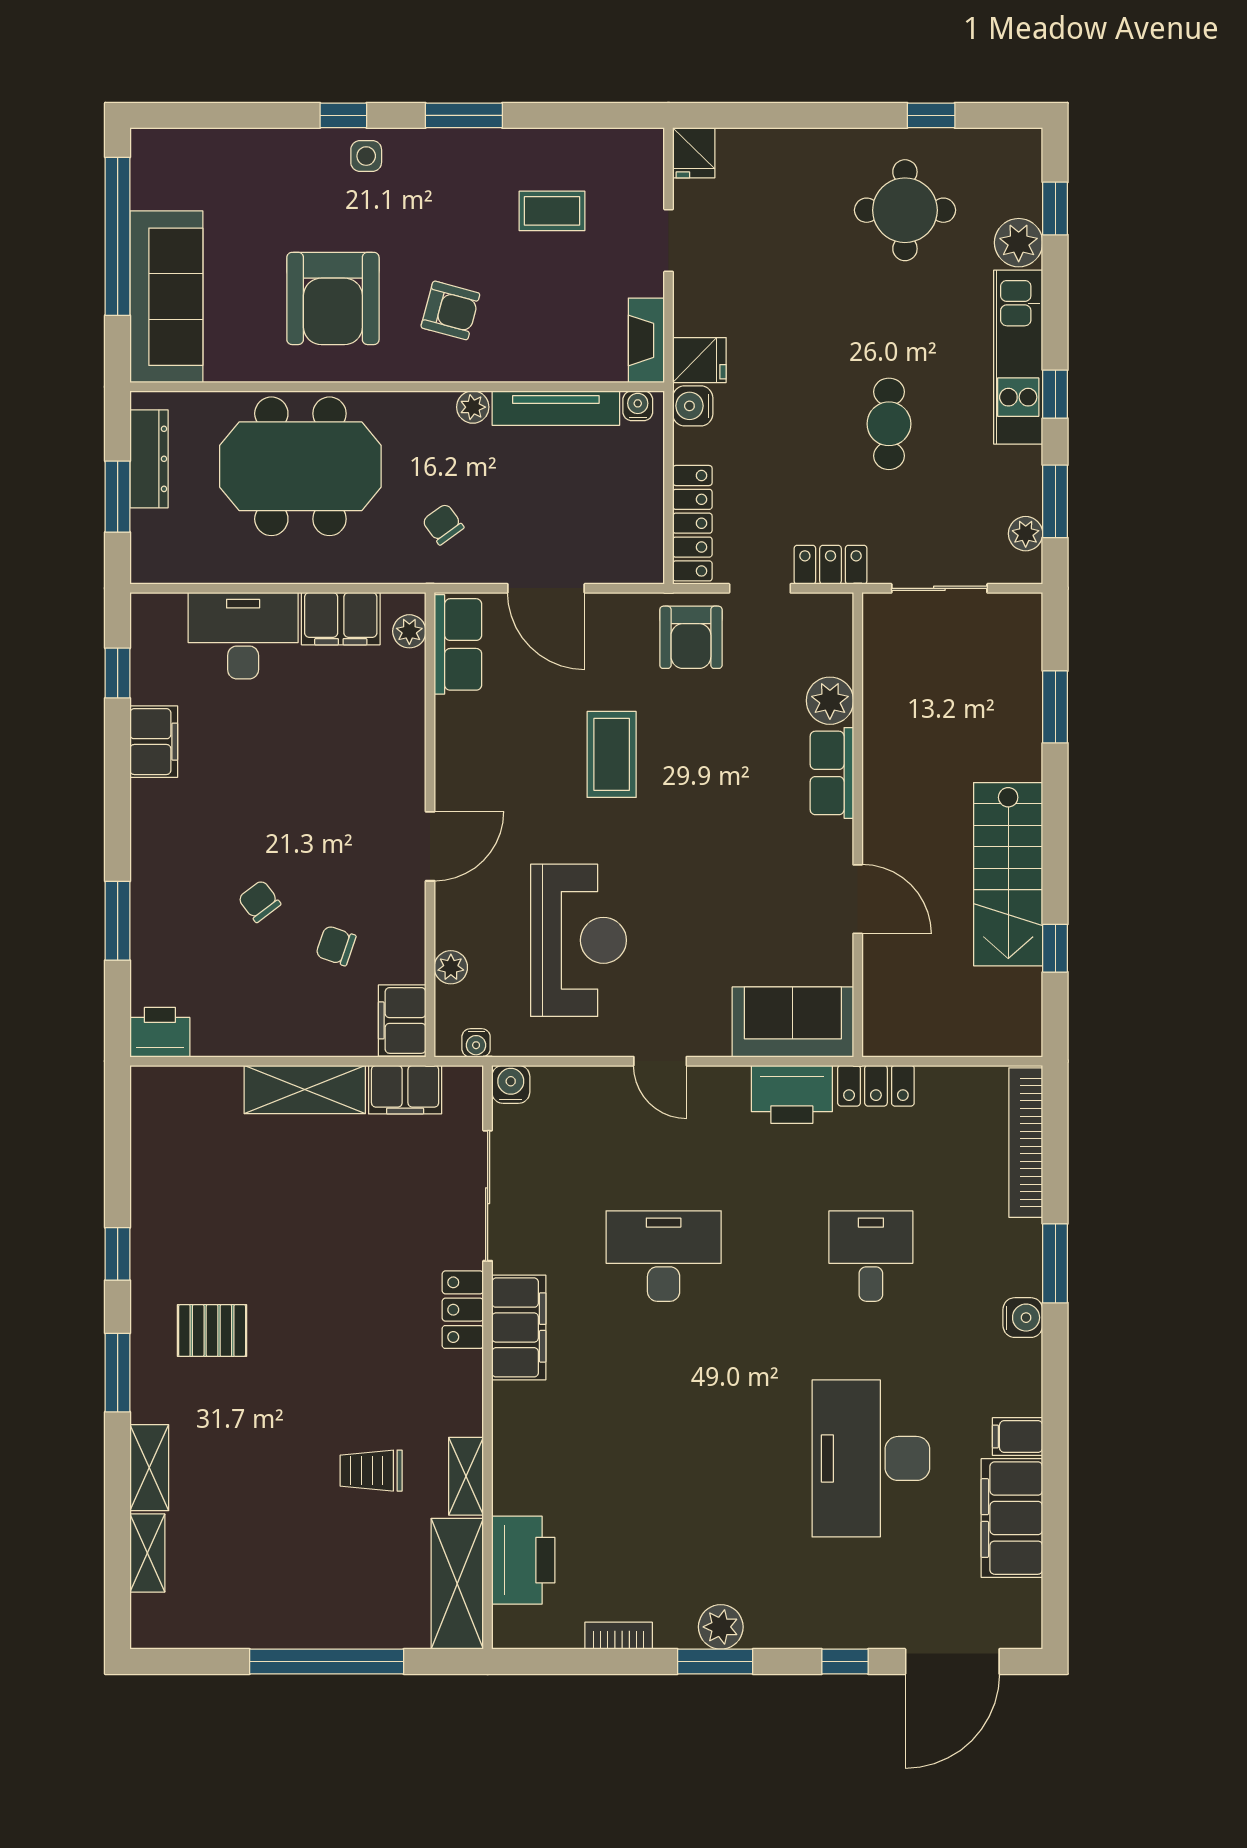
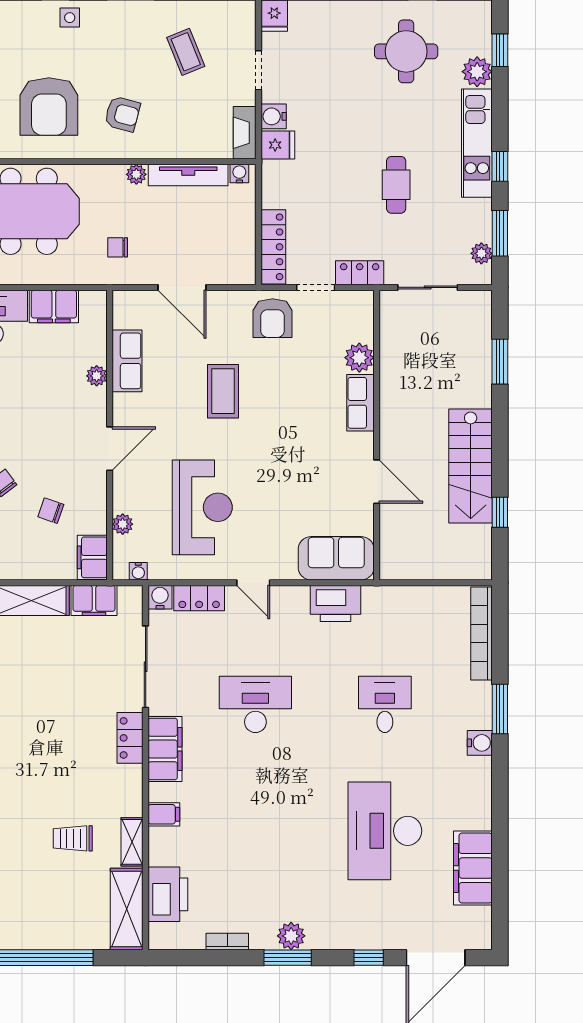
coffee table: (552, 211) -> (186, 52), turned 68
water cooler: (693, 406) -> (274, 116), moved
chair: (443, 524) -> (118, 247), turned -54
plant: (409, 631) -> (97, 376), moved
row of seats: (458, 644) -> (127, 361), moved
locker: (876, 1086) -> (199, 598), moved
filing cabinet: (1018, 1437) -> (164, 814), moved, turned 180

